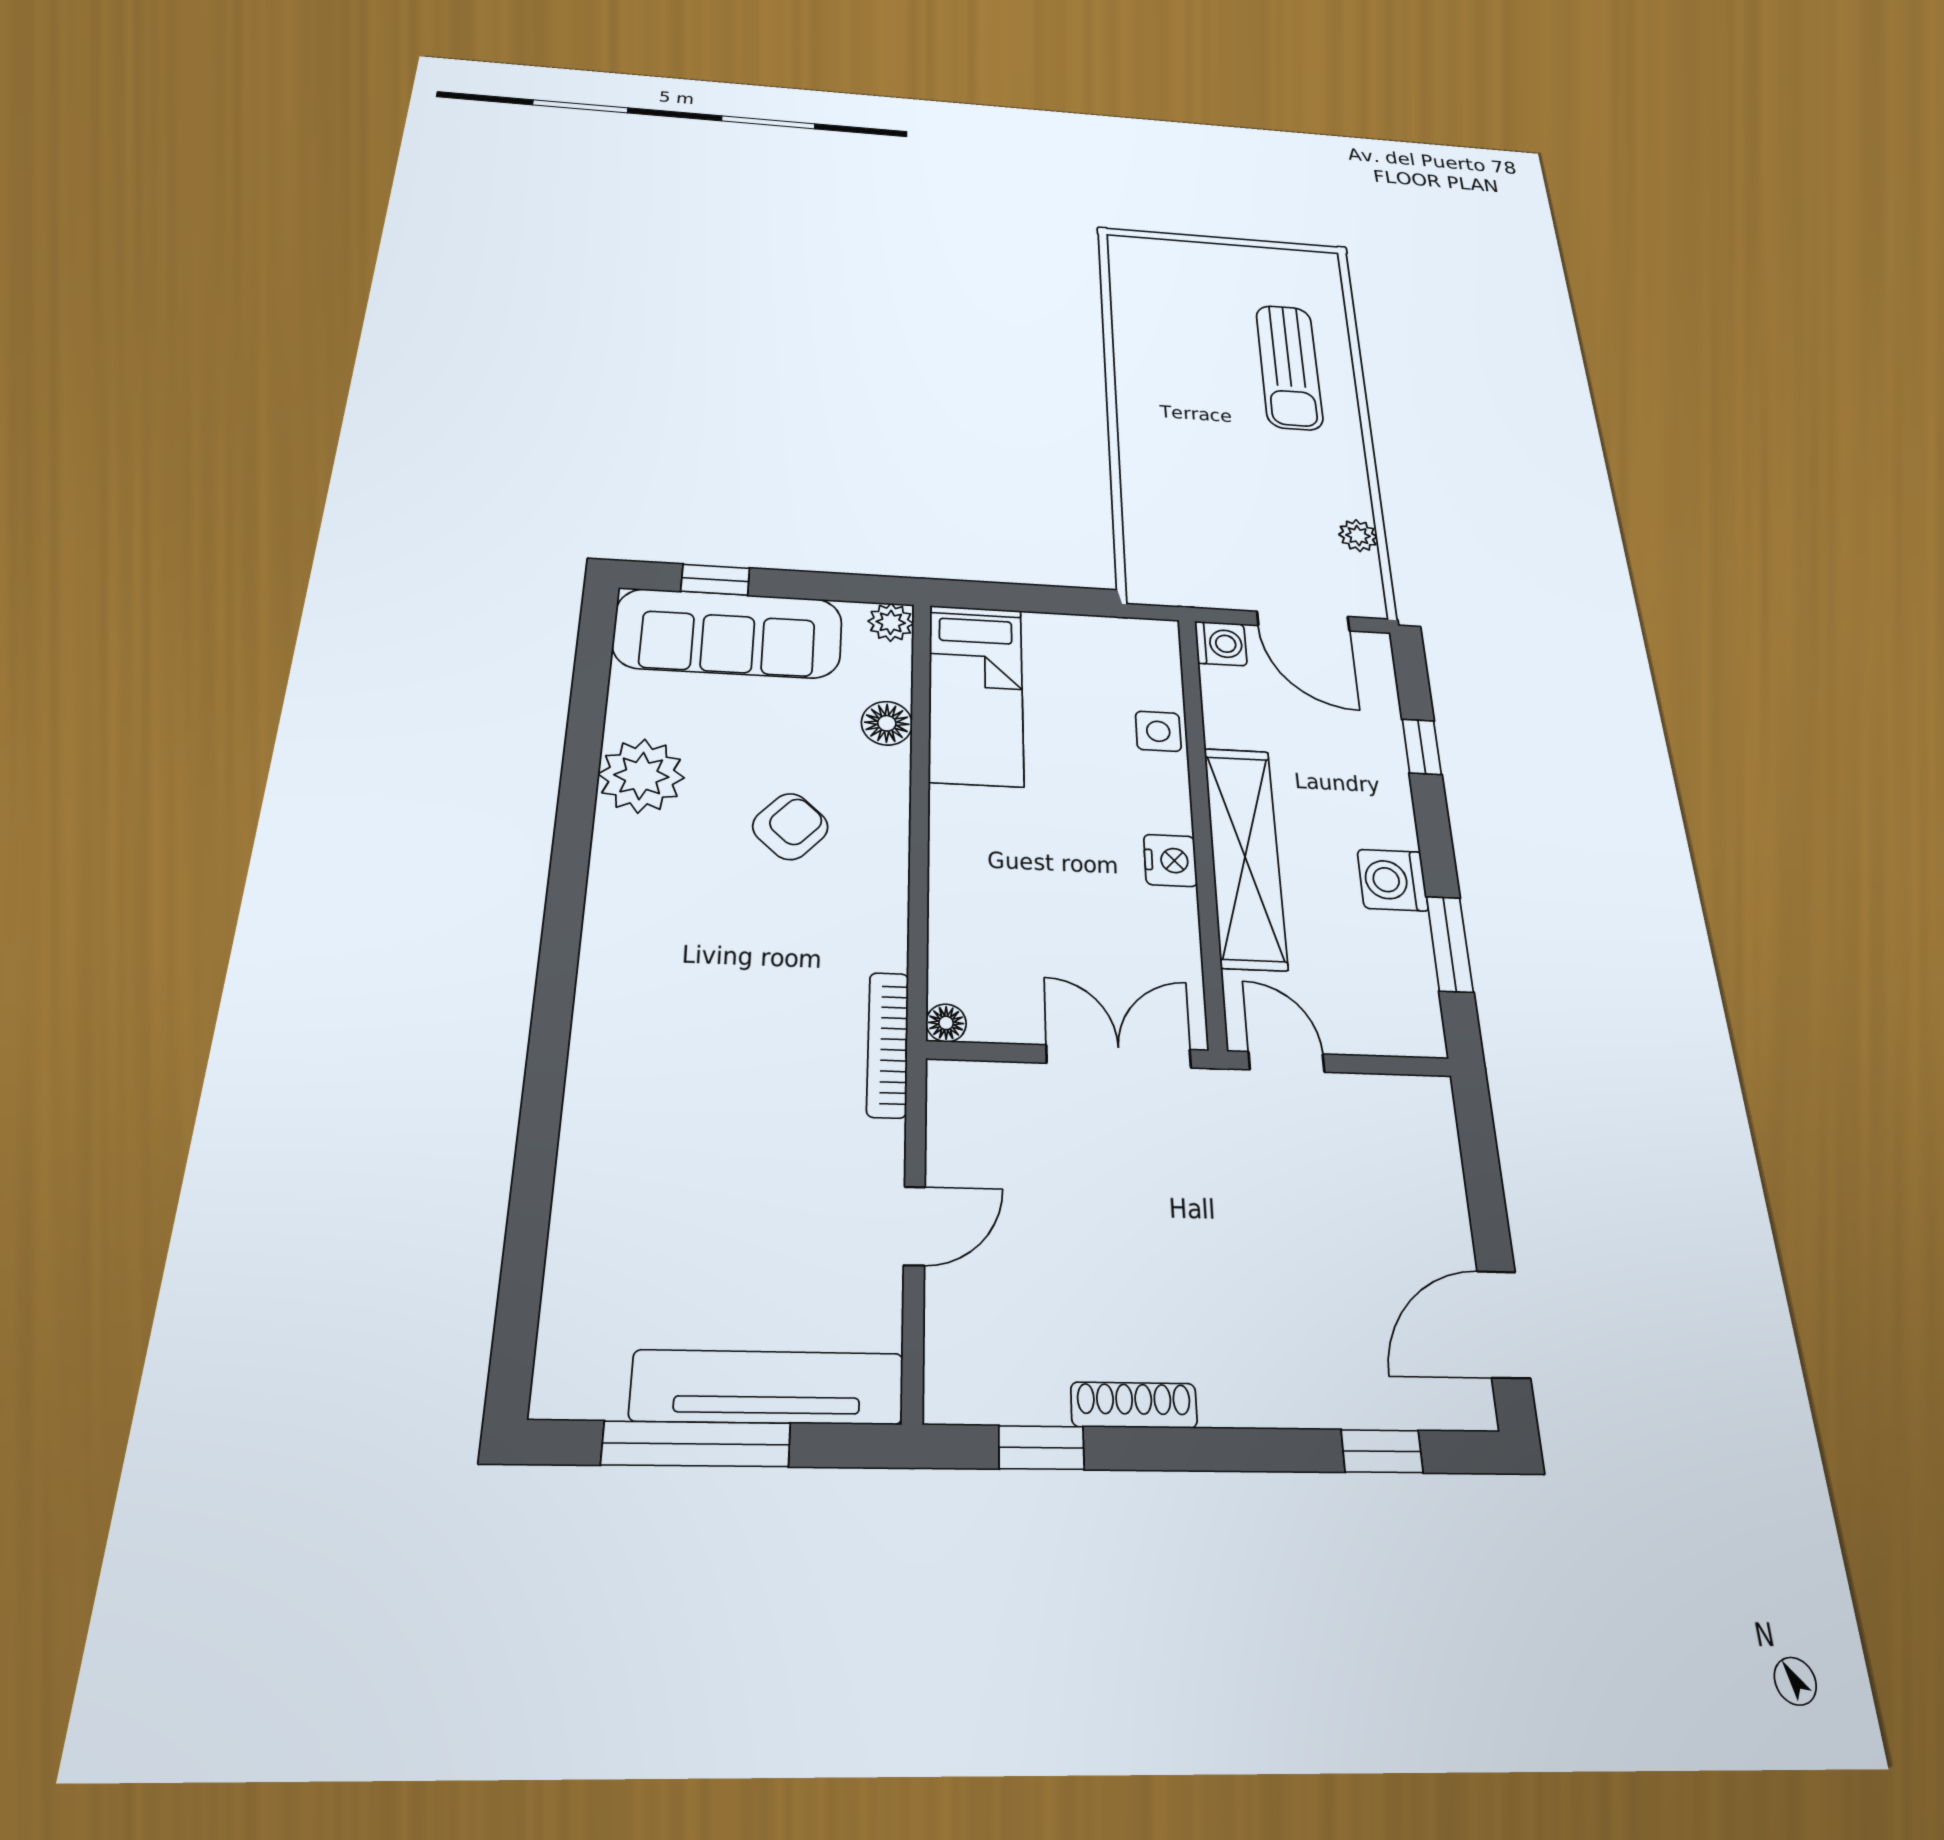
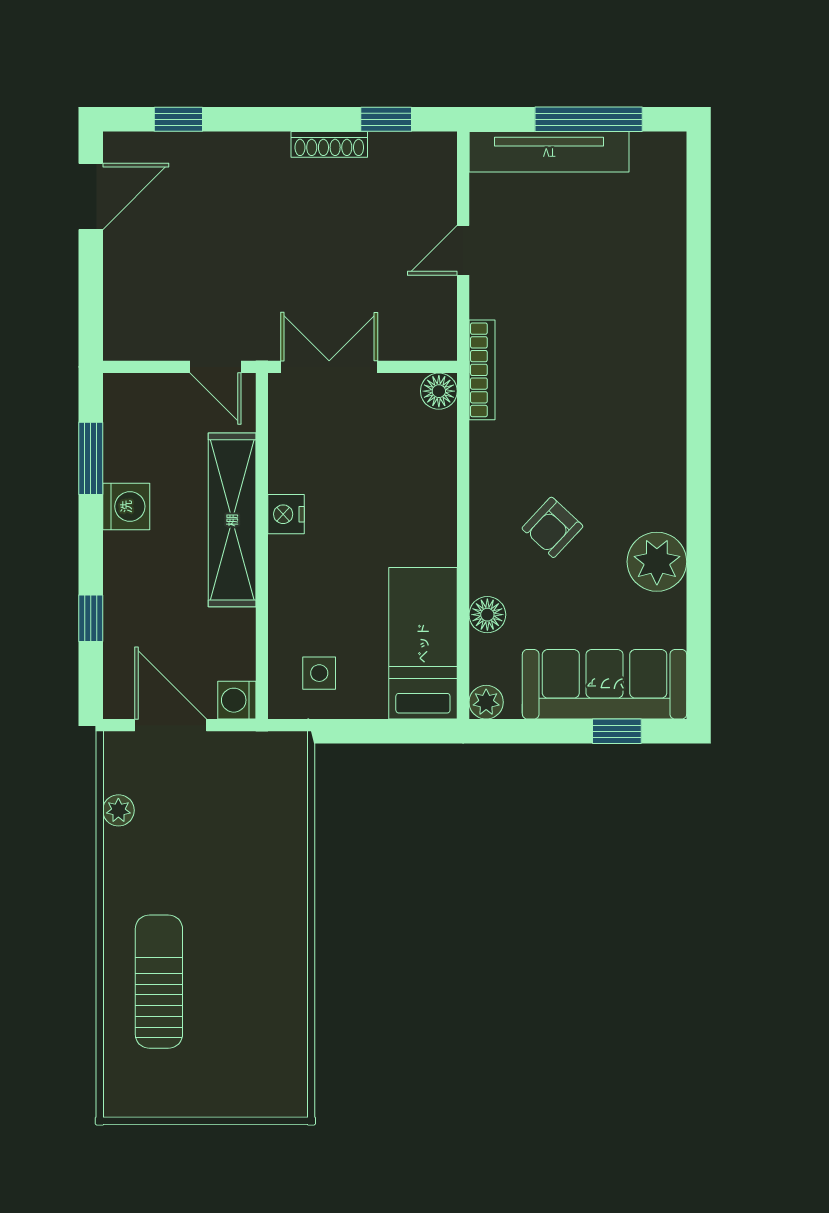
side table: (1158, 731) -> (319, 673), moved
floor lamp: (946, 1023) -> (439, 391), width x1.37, depth x1.37
double door: (1119, 1056) -> (329, 367), swing flipped

